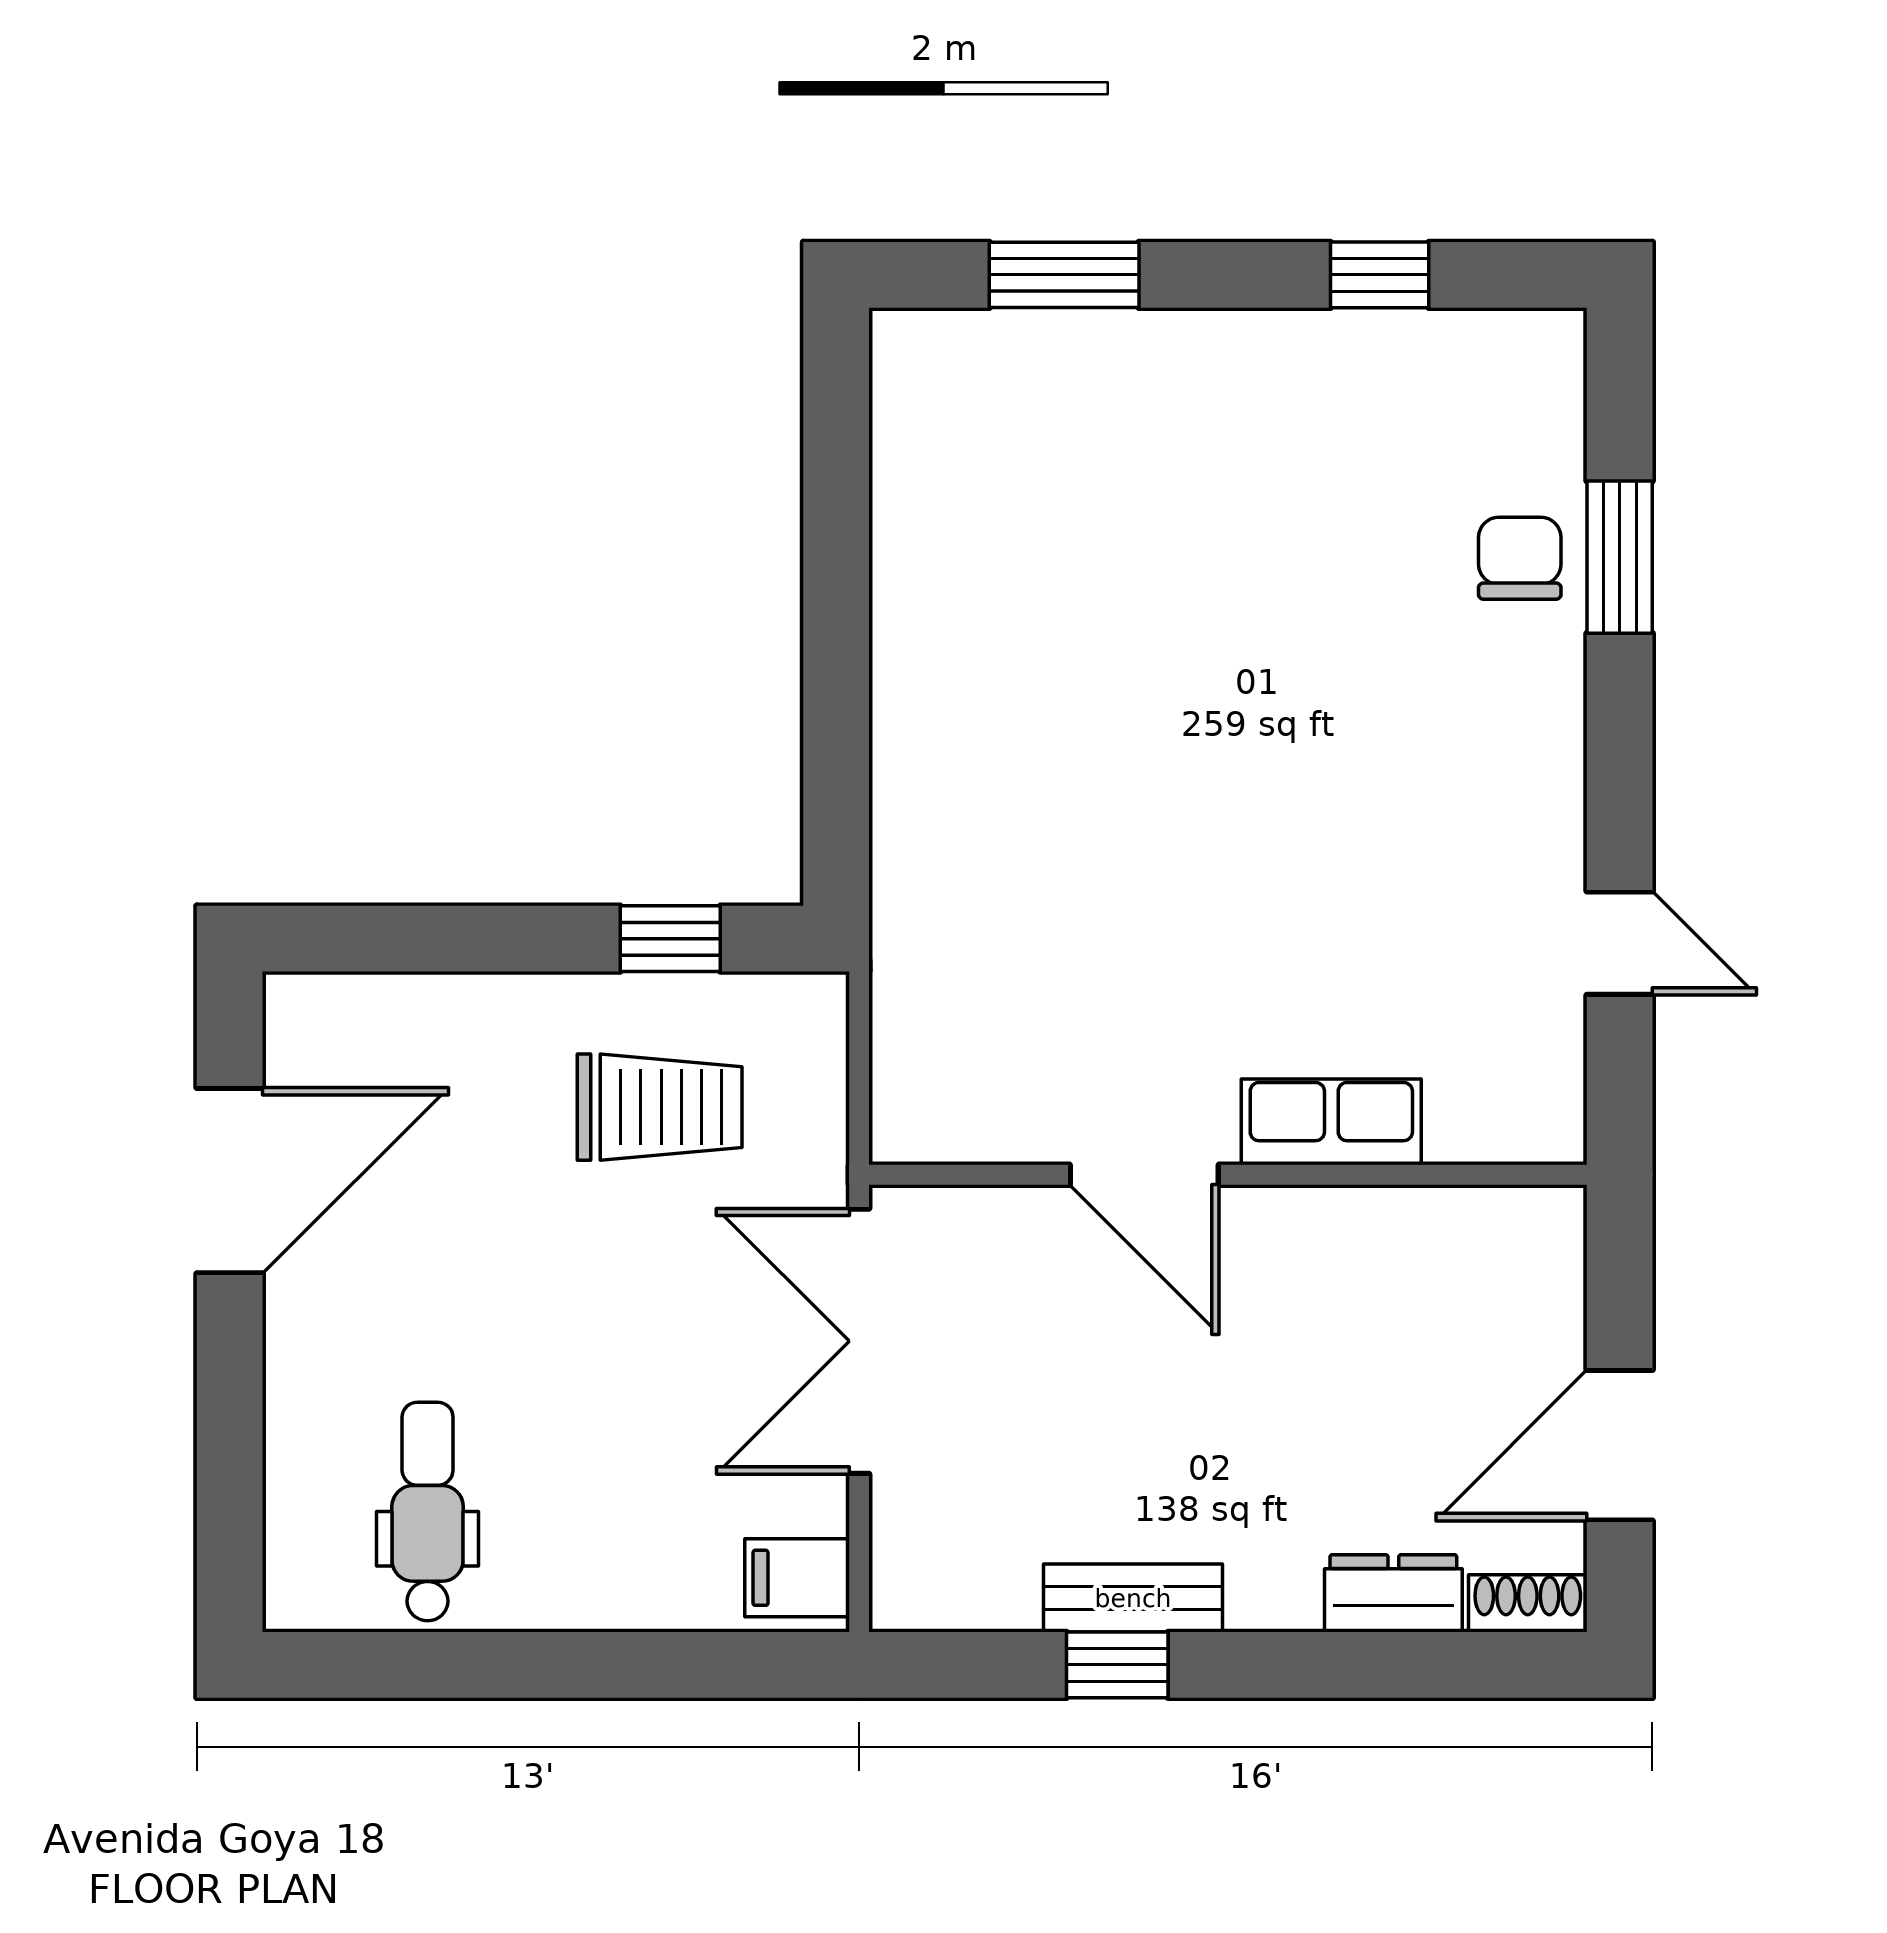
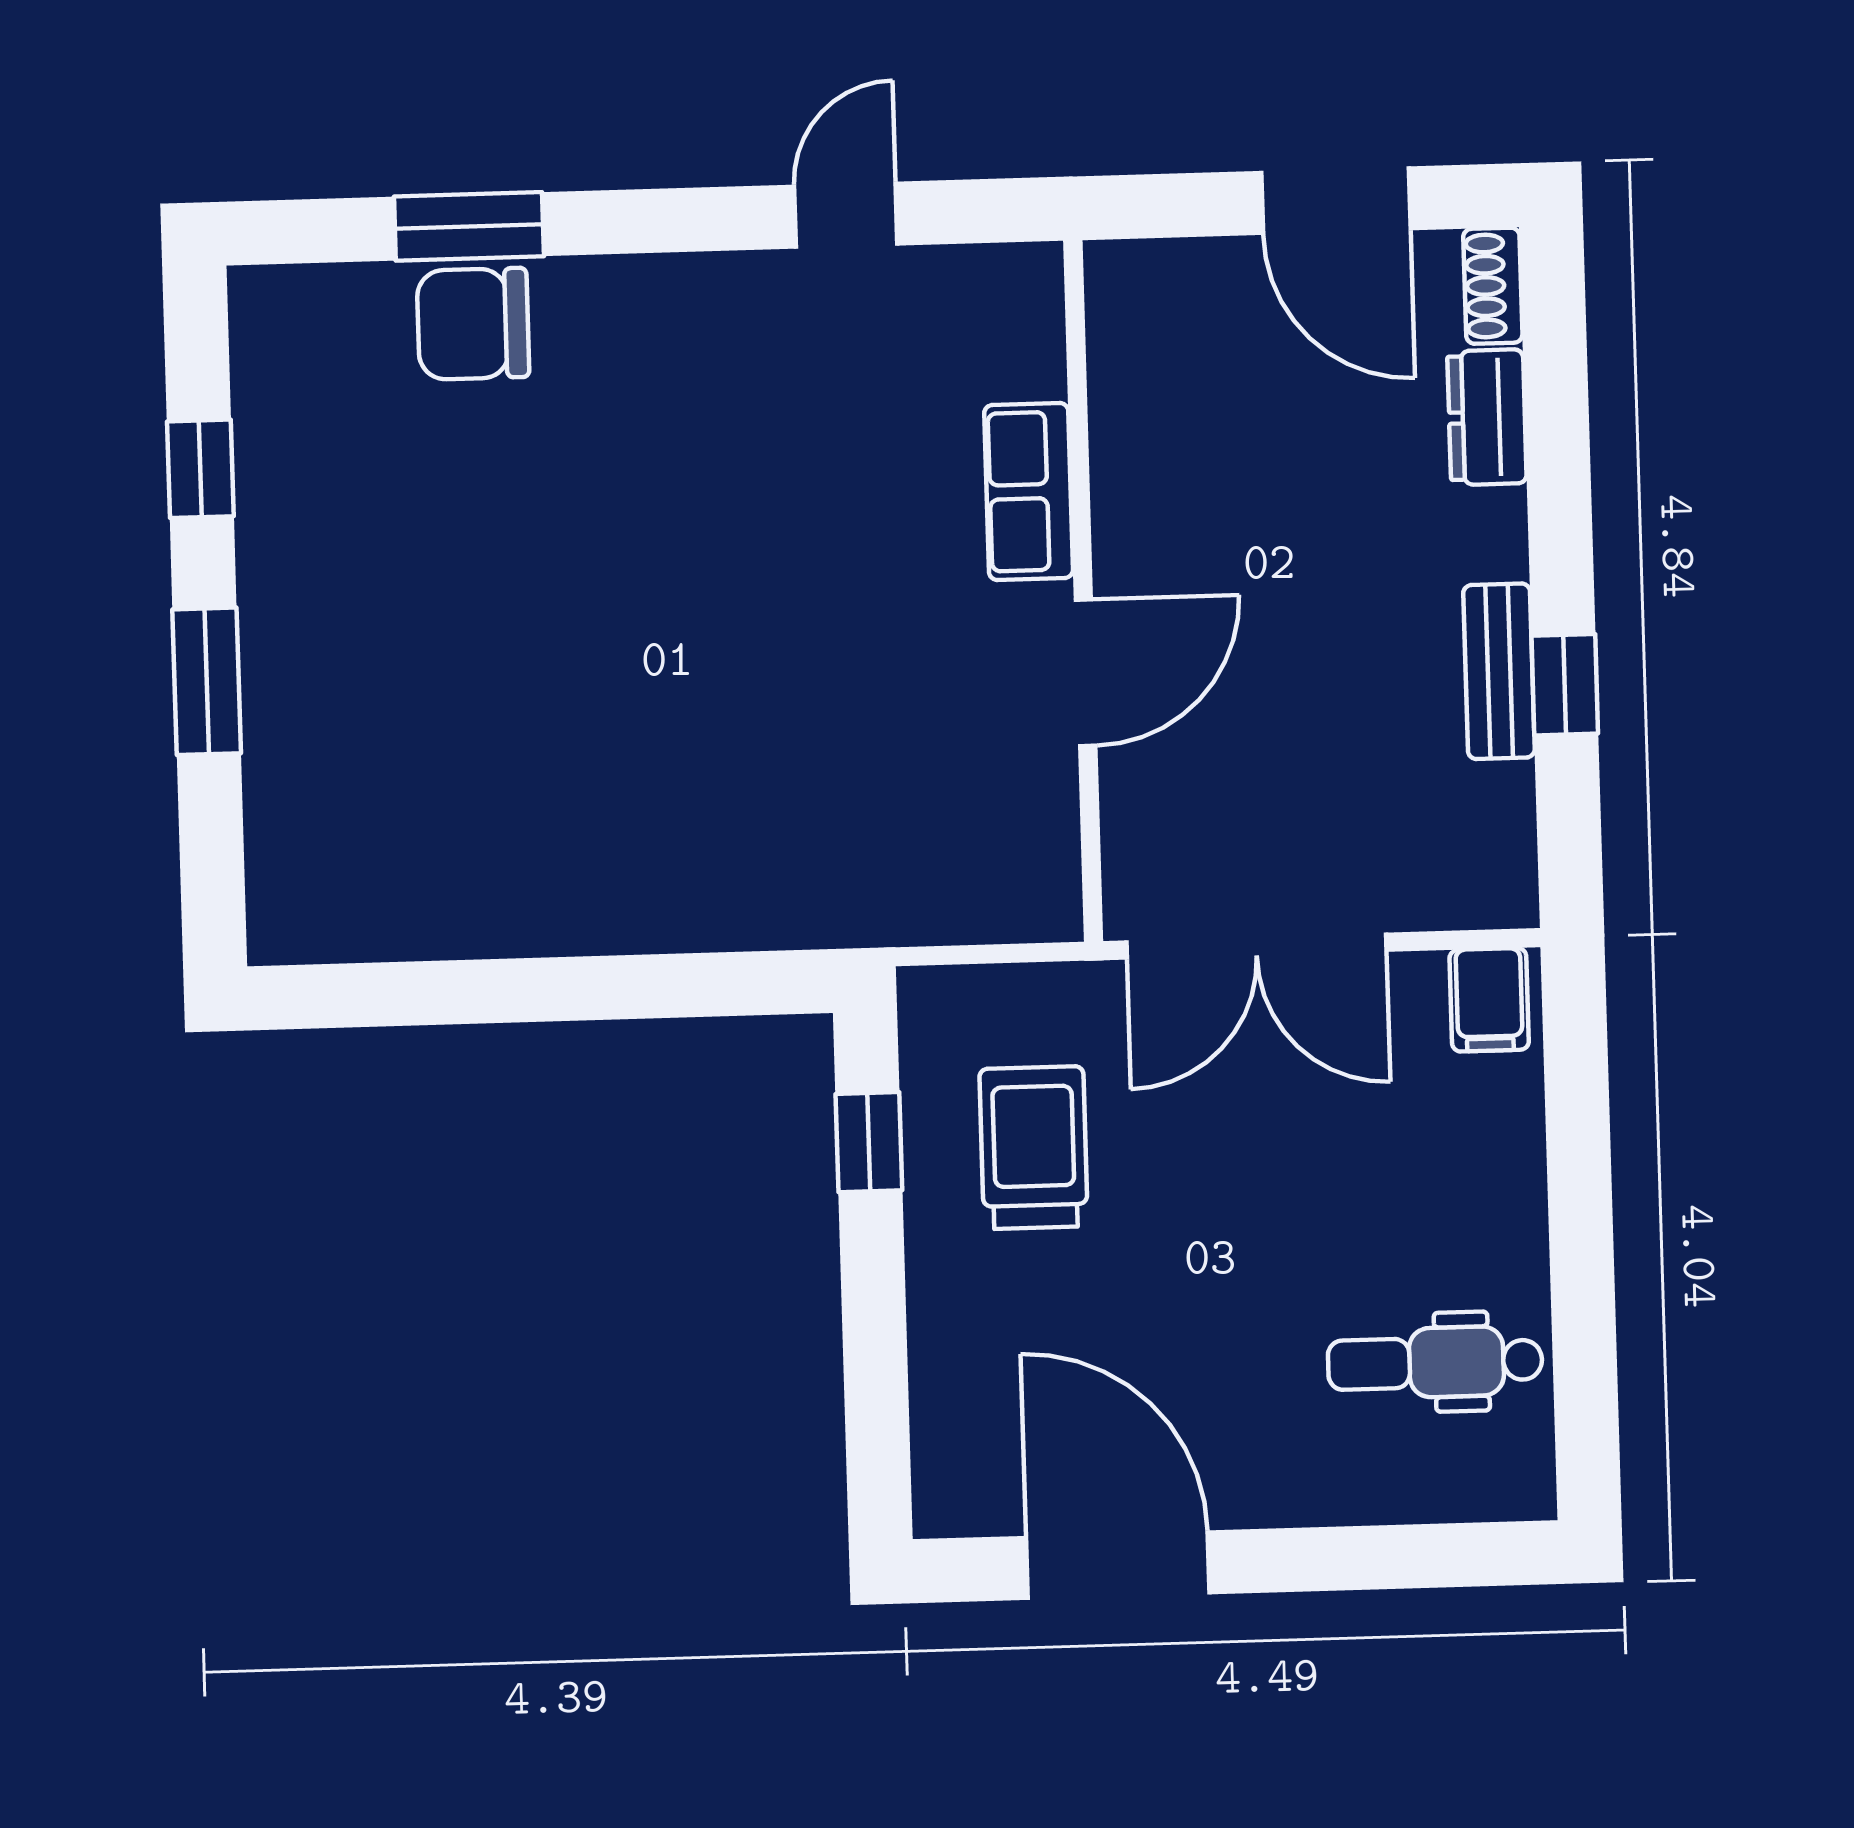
window: (1064, 275) -> (207, 681), moved
chair: (1520, 558) -> (473, 324), width x1.37, depth x1.37

